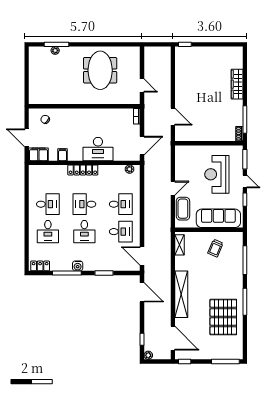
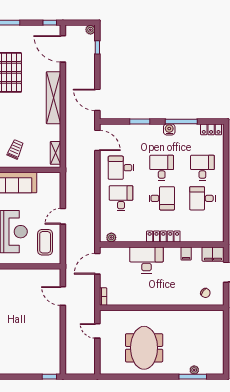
desk: (121, 204) -> (121, 198), turned 90
coffee table: (183, 209) -> (45, 242), moved

